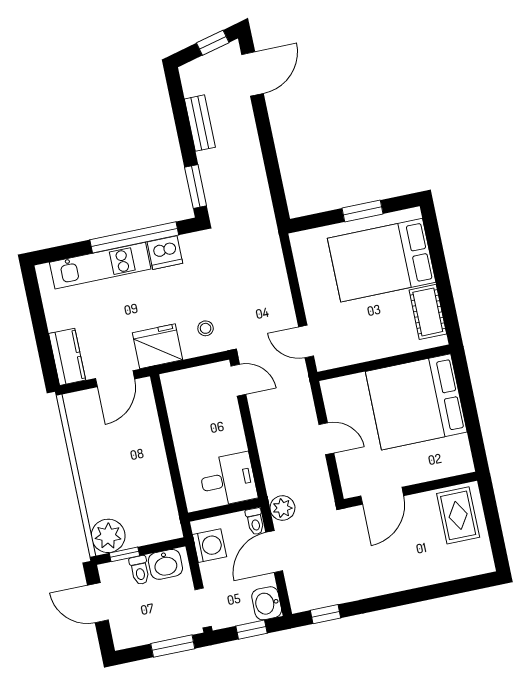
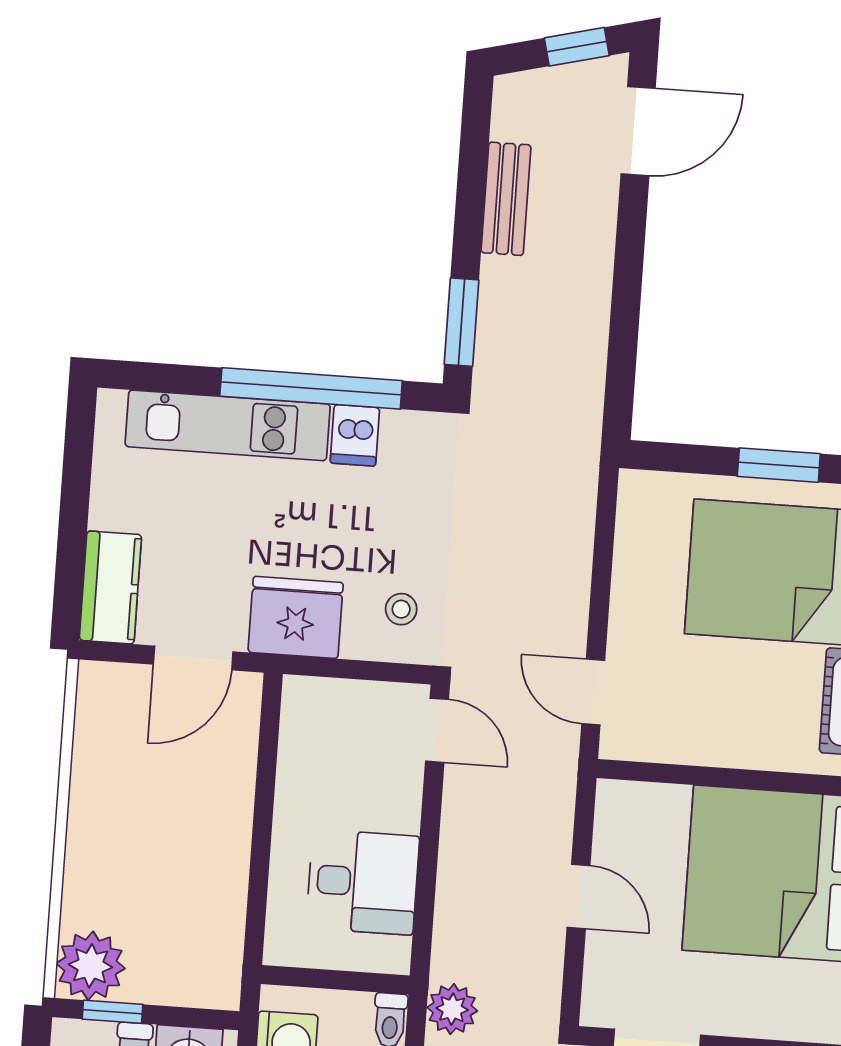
dishwasher: (165, 253) -> (355, 435), width x0.73
desk: (228, 480) -> (363, 882), moved

